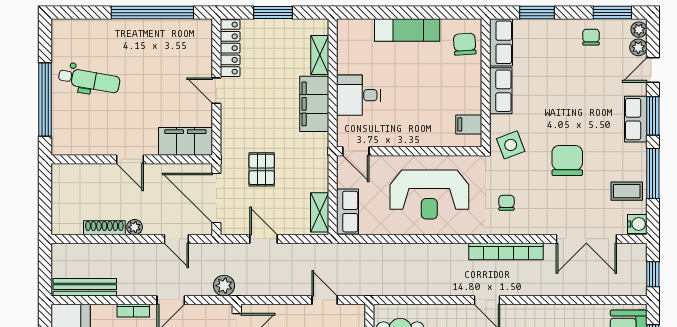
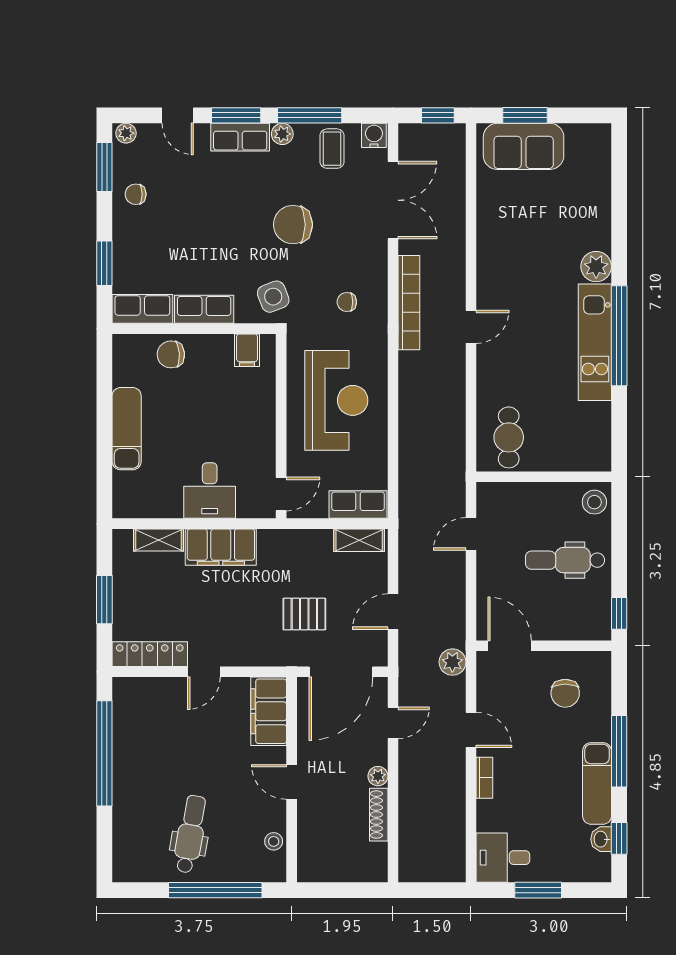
chair: (465, 44) -> (171, 354), moved
plant: (638, 47) -> (282, 134), moved
stool: (83, 145) -> (274, 841), added
door: (130, 159) -> (292, 782), swing flipped
bench: (85, 287) -> (454, 840), removed

